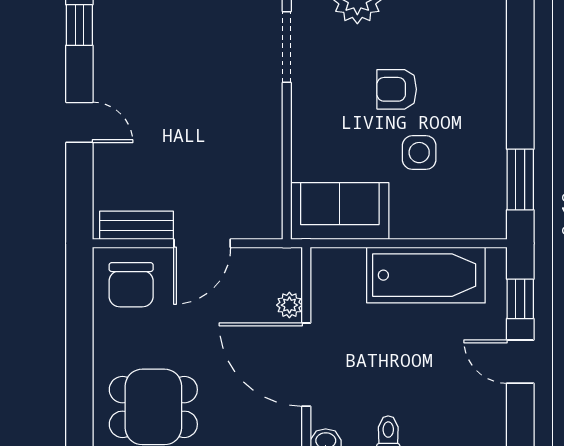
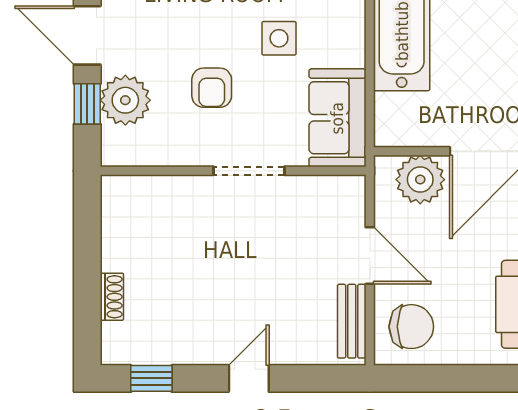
doorway: (287, 47) -> (249, 171), moved
armchair: (397, 89) -> (212, 88), moved
plant: (289, 305) -> (420, 180), width x1.88, depth x1.88

